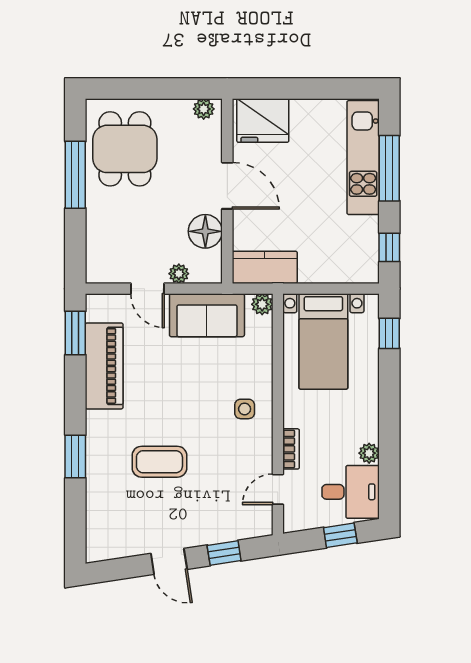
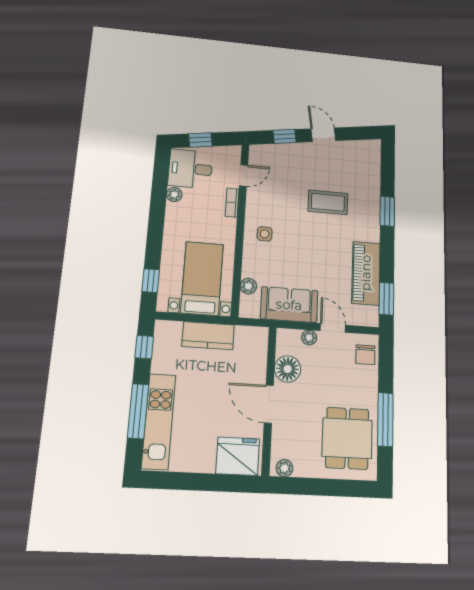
chair: (103, 256) -> (365, 355), added
kitchen counter: (265, 267) -> (208, 336), moved
plant: (262, 304) -> (248, 286), moved

